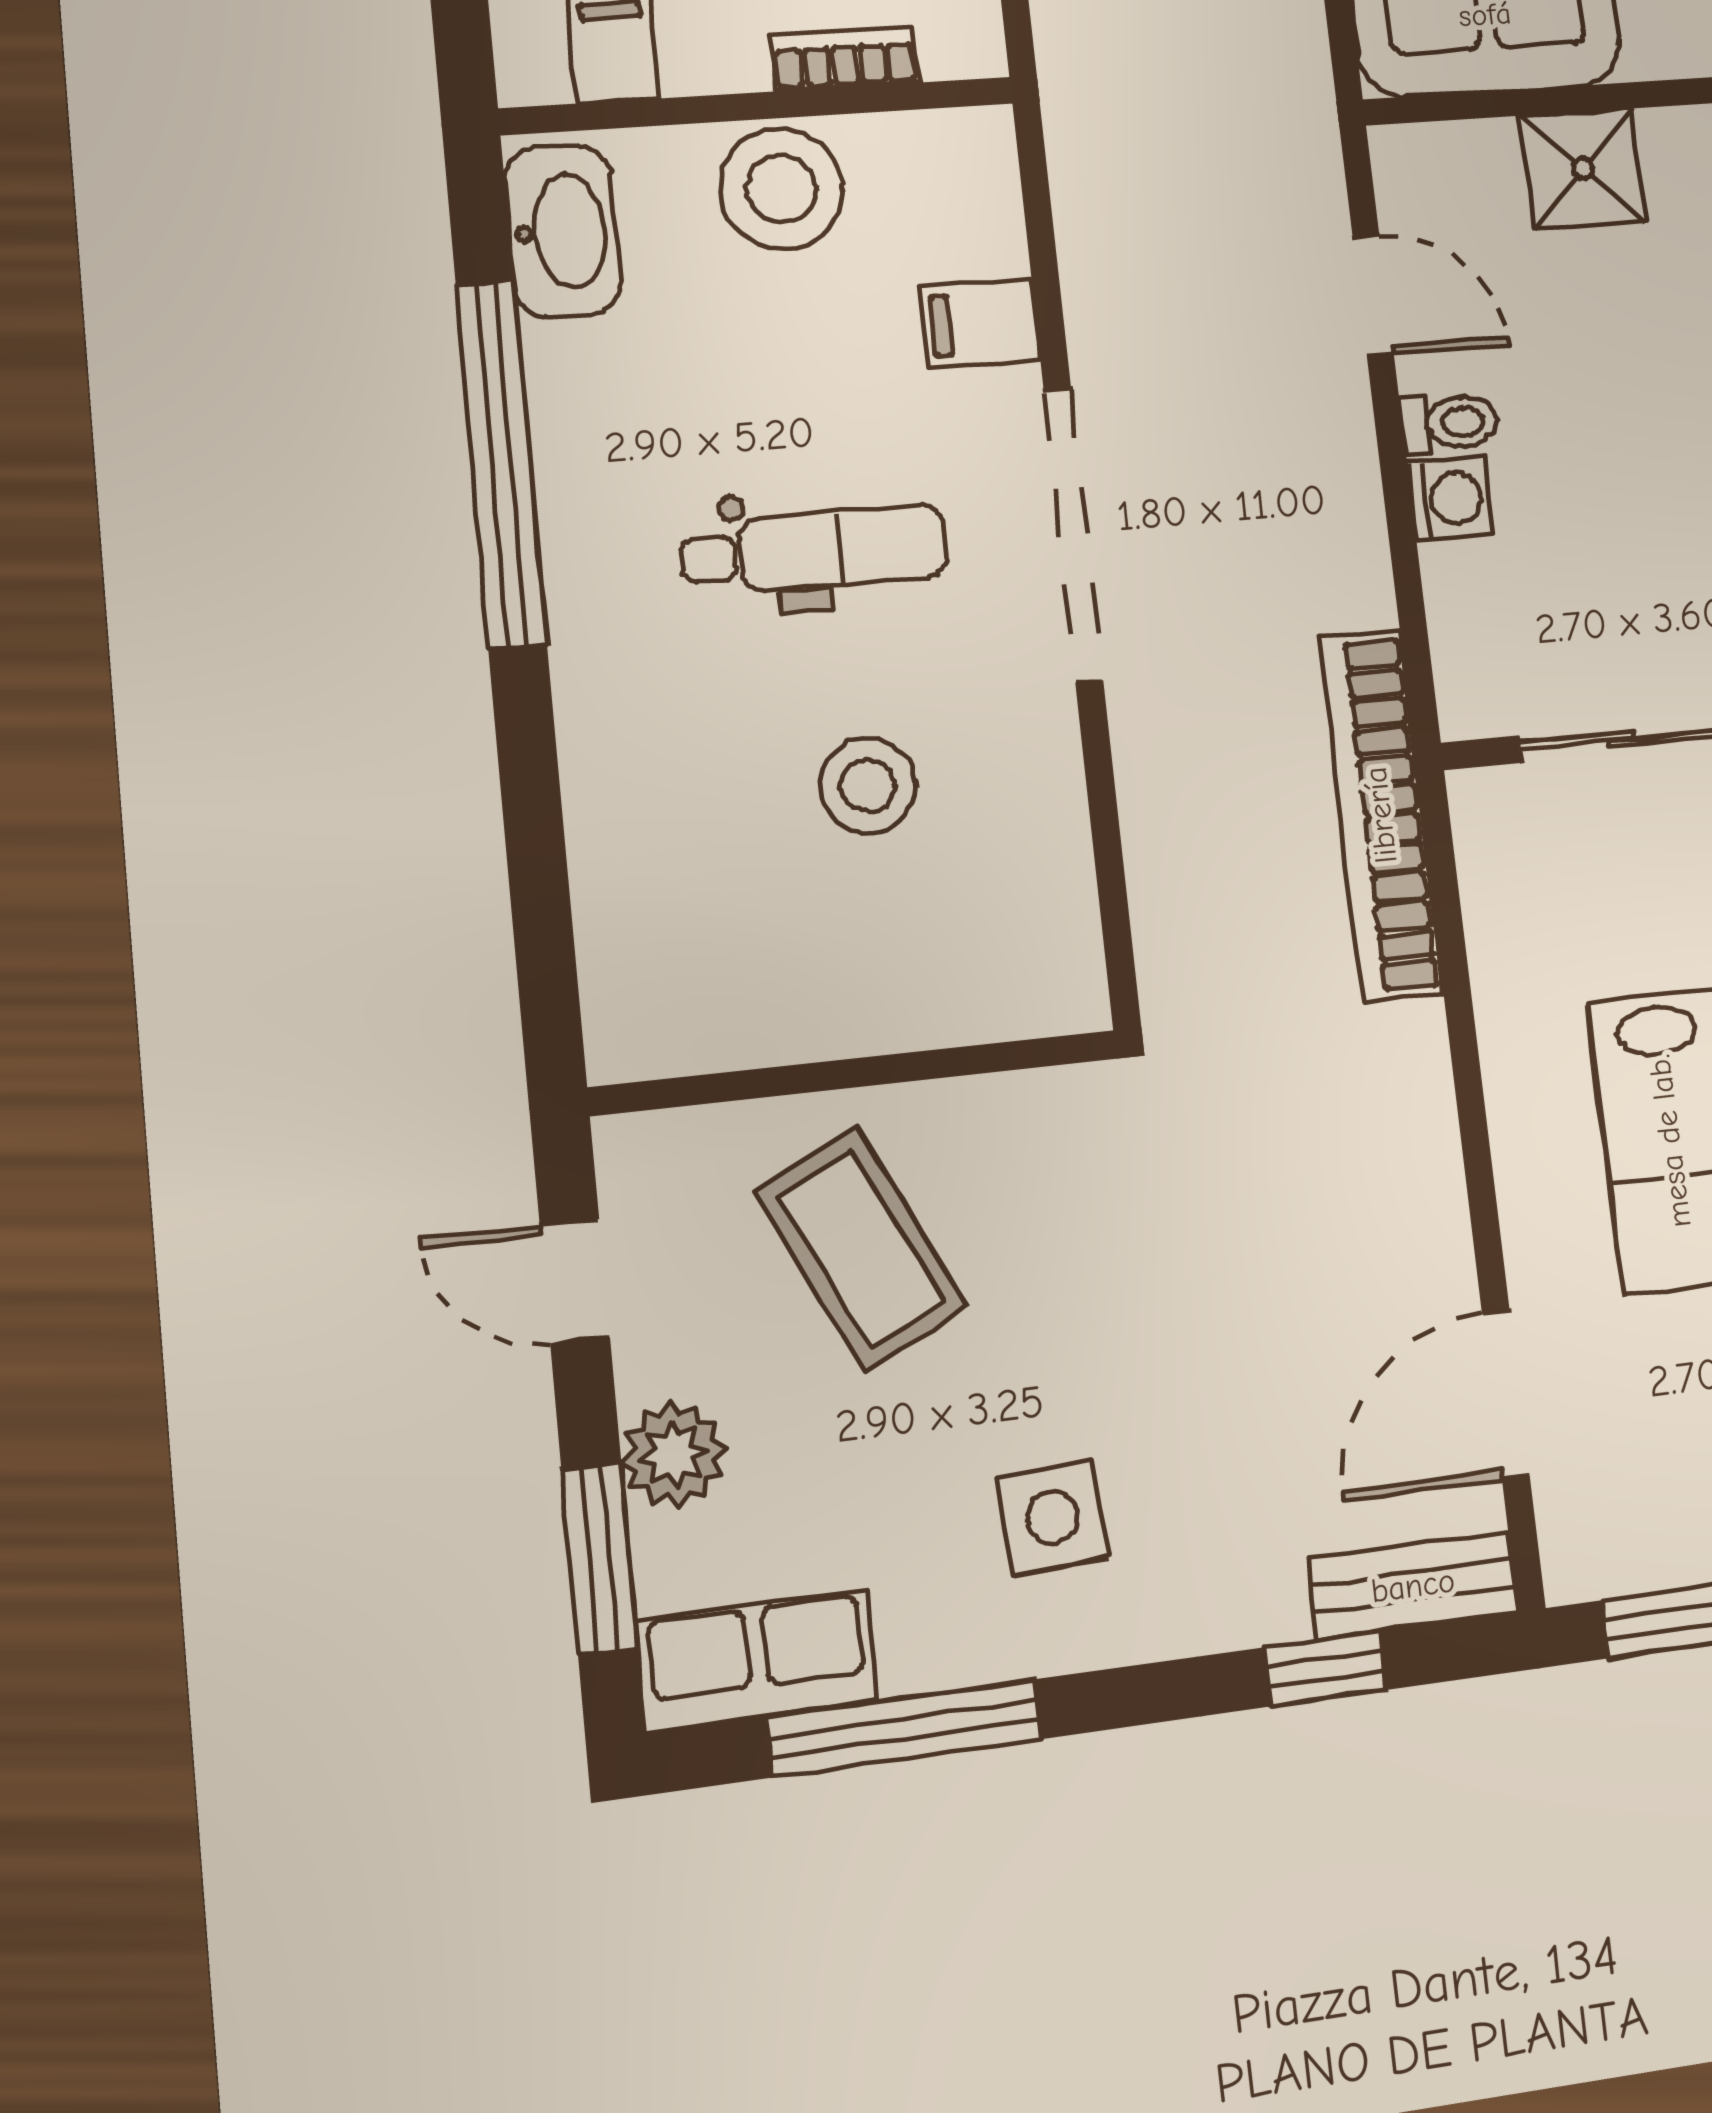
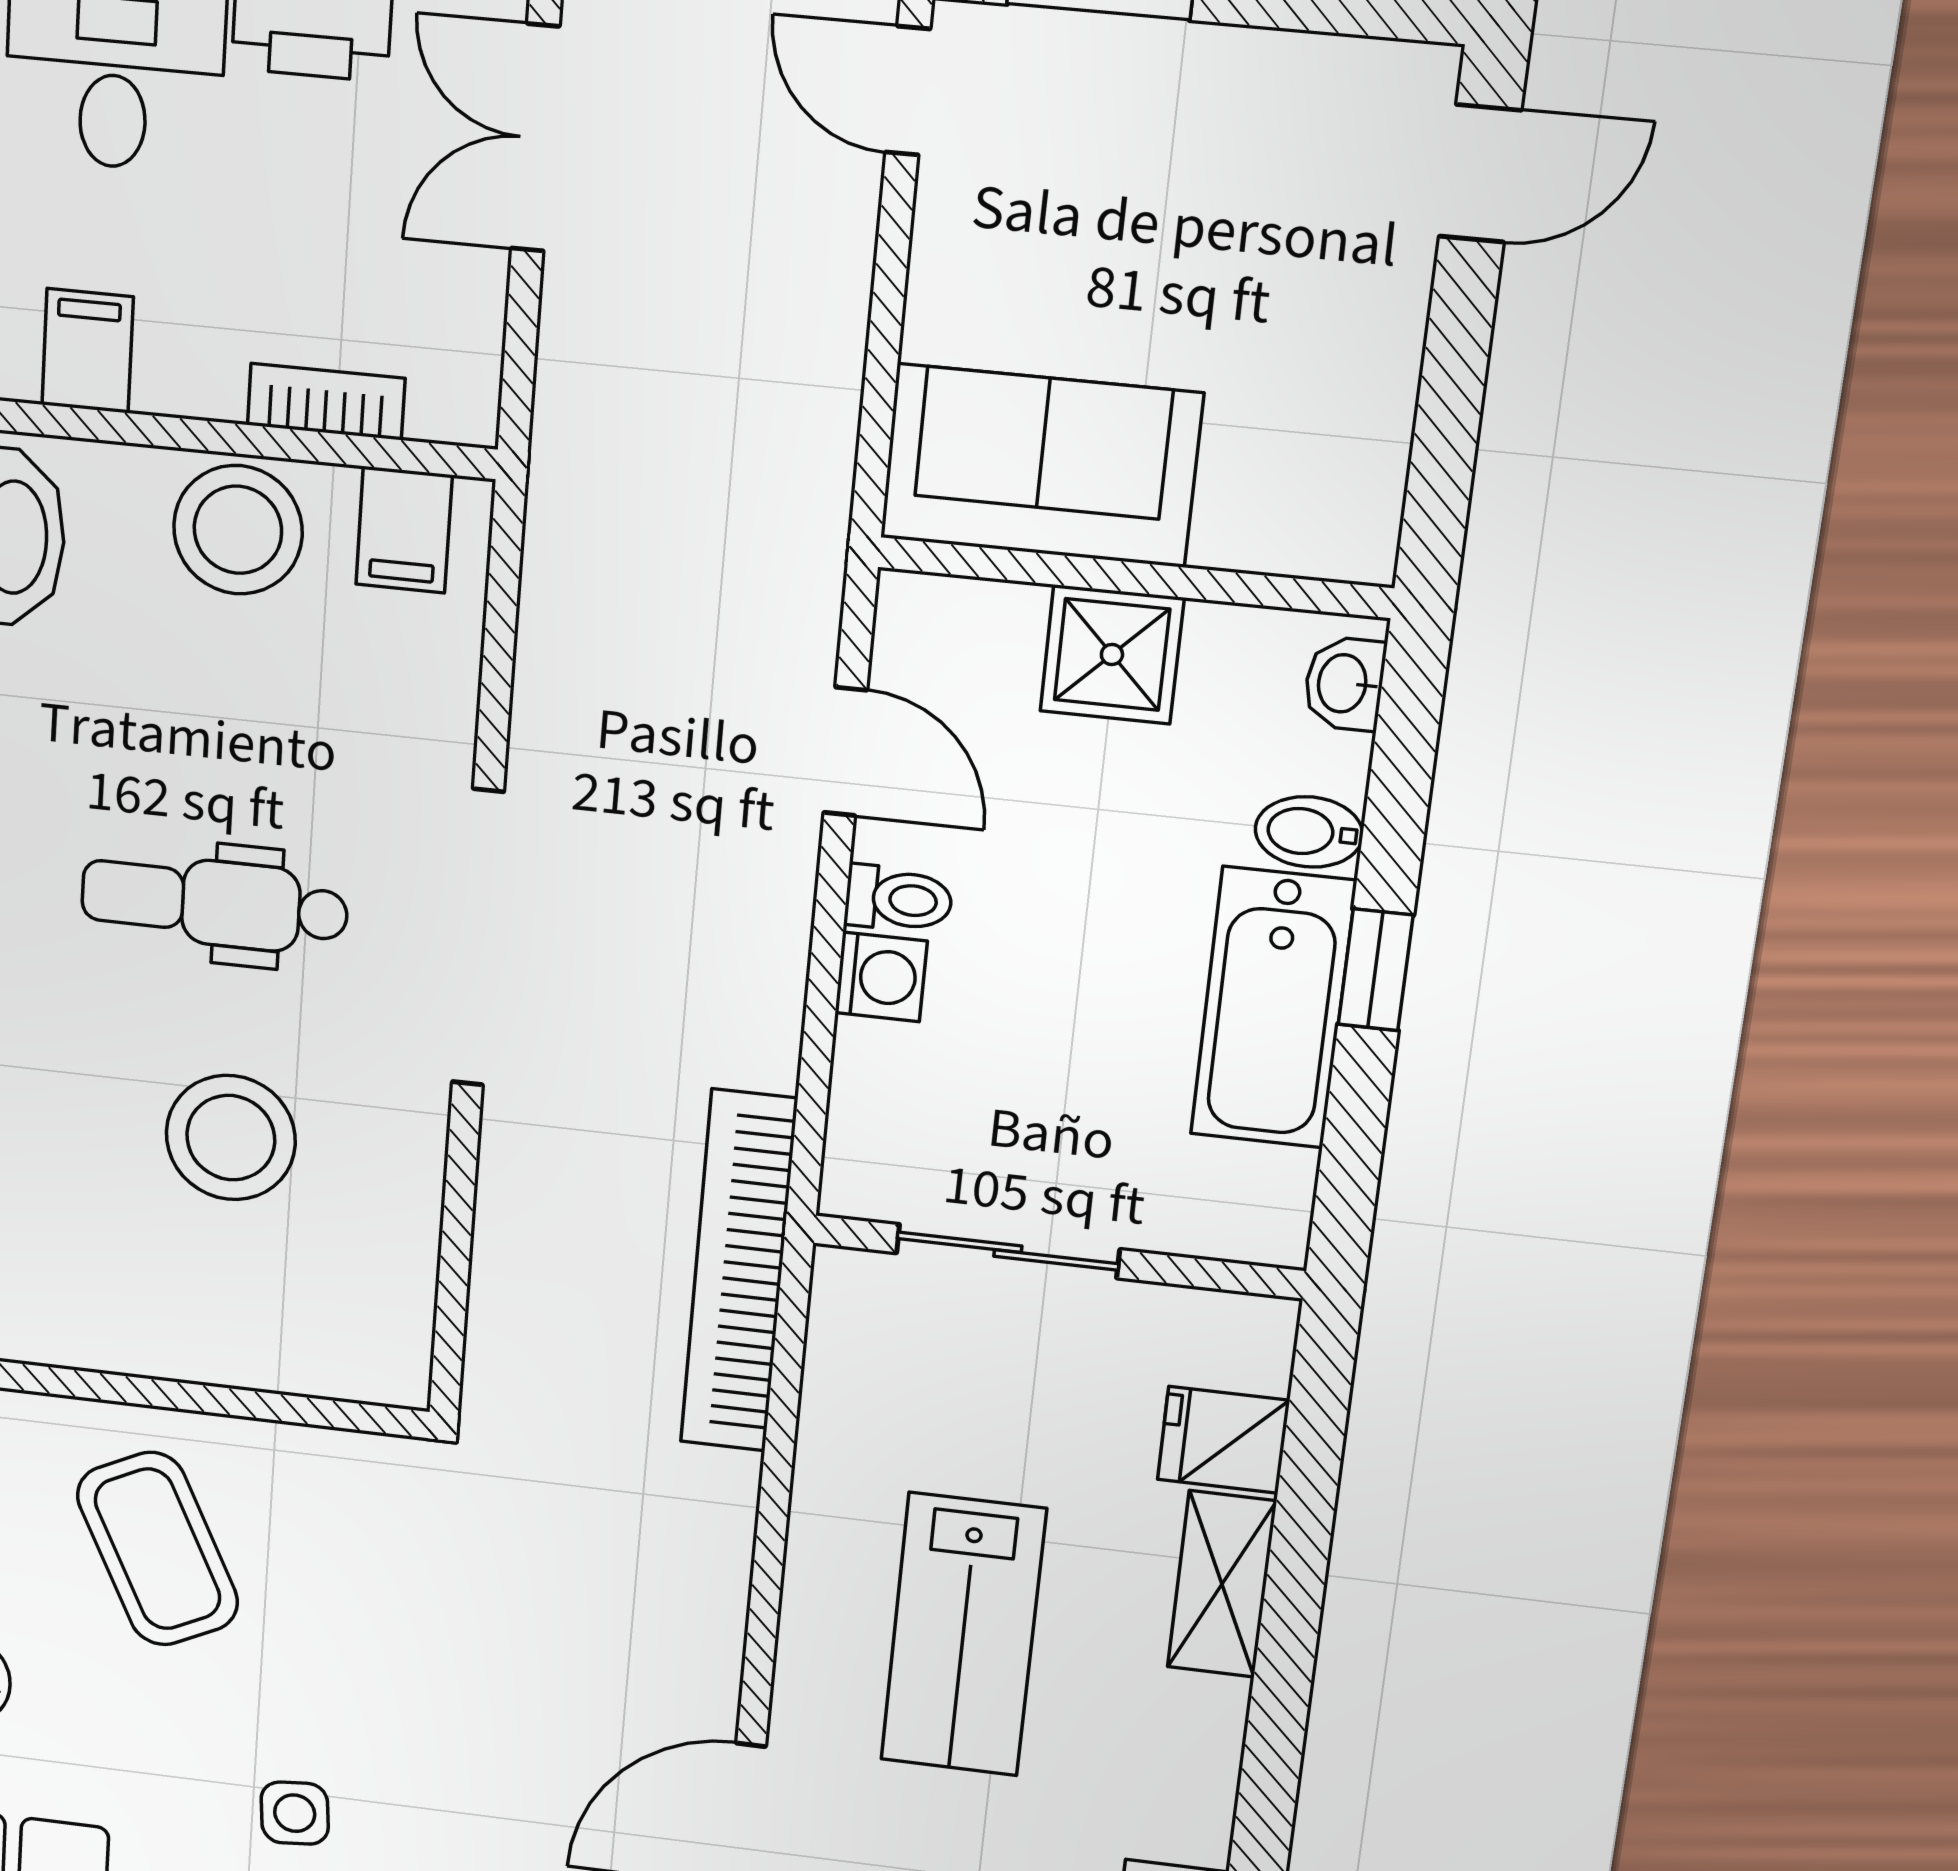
filing cabinet: (980, 323) -> (404, 530), moved, turned -90
dental chair: (814, 550) -> (214, 903), turned 180
stool: (868, 785) -> (231, 1138), width x1.38, depth x1.38
side table: (1053, 1517) -> (295, 1813), width x0.73, depth x0.73

